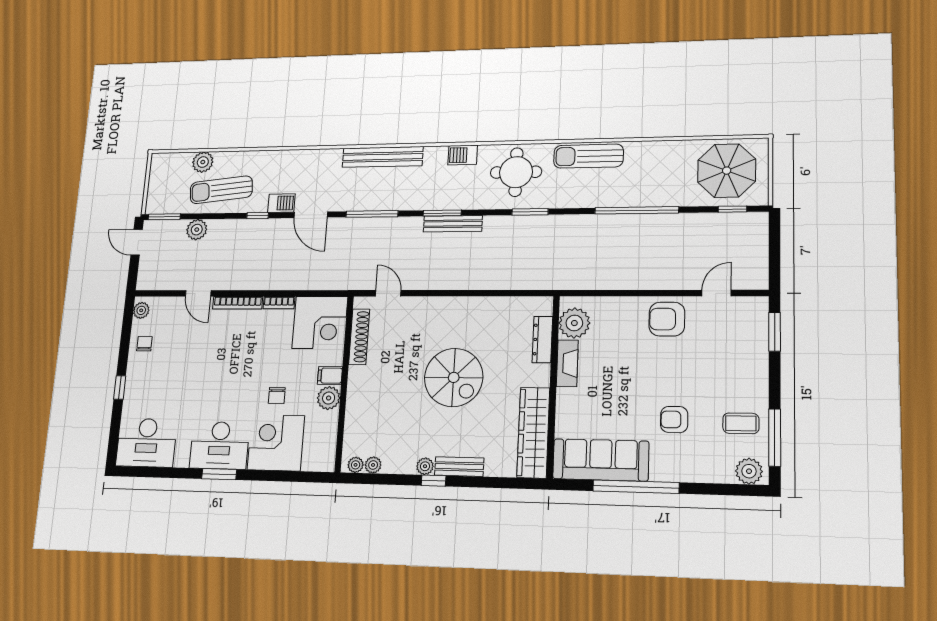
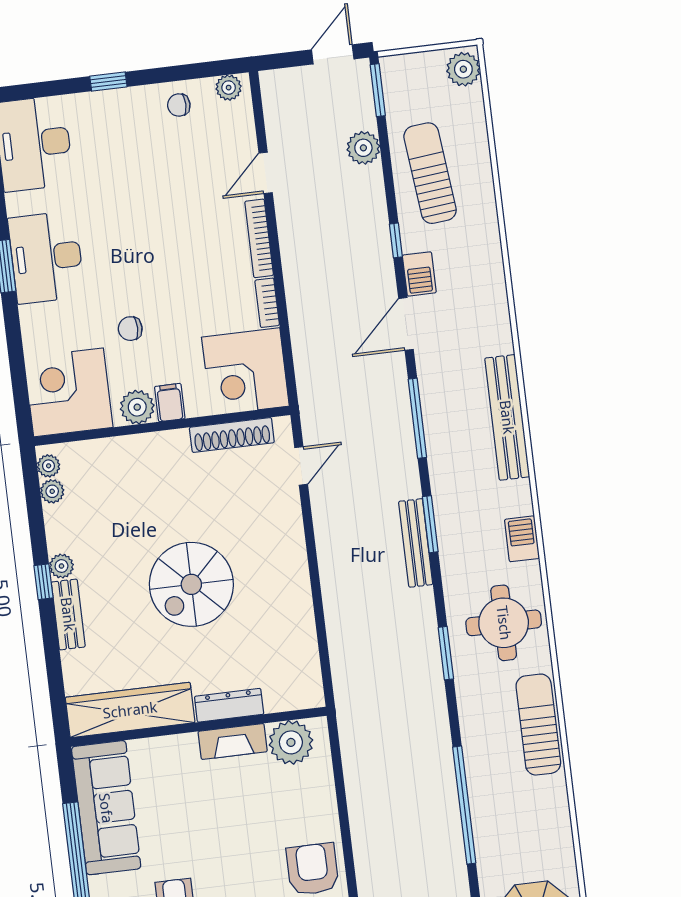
plant: (203, 162) -> (463, 69), moved
dresser: (542, 340) -> (229, 705), moved
chair: (144, 344) -> (179, 105), turned 180
corner desk: (276, 443) -> (69, 392), moved, turned -90

